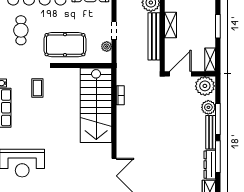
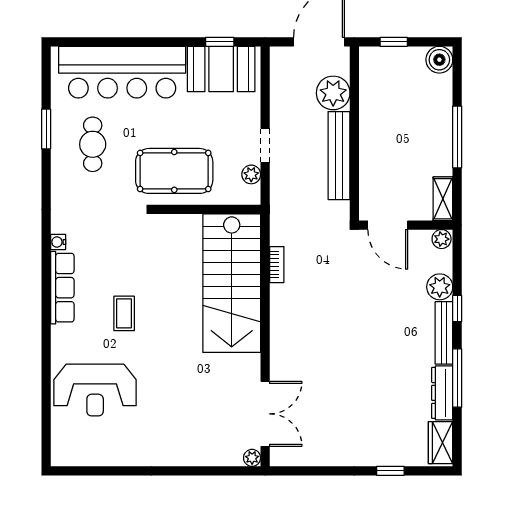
shelving: (171, 25) -> (370, 135), removed
window: (218, 26) -> (457, 137), width x1.44
door: (180, 74) -> (388, 225), swing flipped
plant: (205, 86) -> (442, 239), width x0.53, depth x0.53
coffee table: (37, 88) -> (124, 313), moved
window: (218, 119) -> (457, 309), width x0.46

